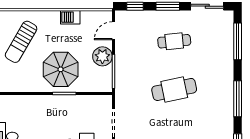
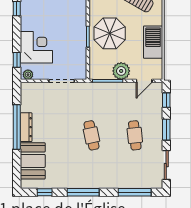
barbecue: (70, 17) -> (153, 42), width x1.88, depth x1.53
door: (113, 31) -> (144, 81), swing flipped
cafe table: (174, 89) -> (91, 135), width x0.73, depth x0.74

